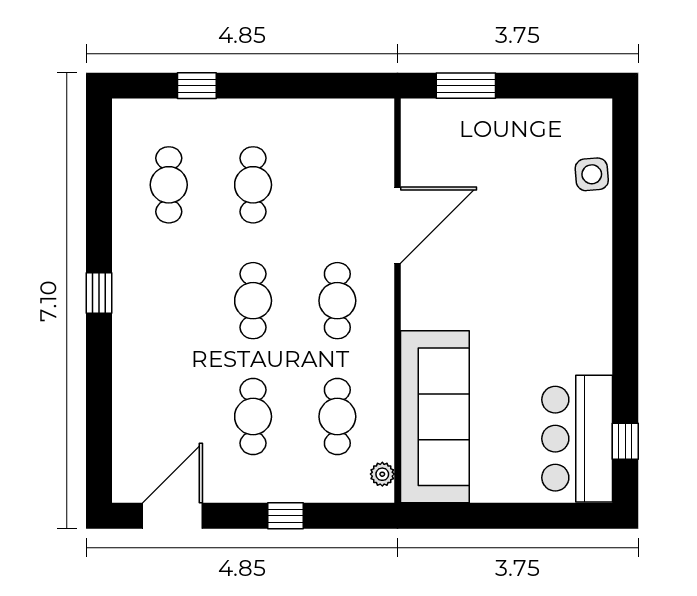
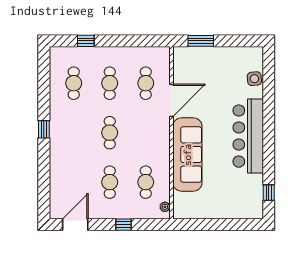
cafe table: (337, 301) -> (146, 83), moved
sofa: (435, 417) -> (187, 155), moved
bar counter: (577, 439) -> (248, 136), moved, width x1.36

